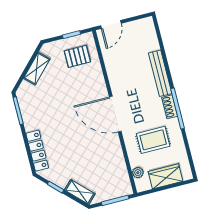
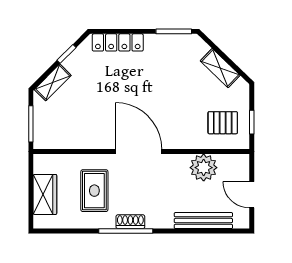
door: (111, 24) -> (252, 195), moved
pallet: (77, 56) -> (223, 123), turned 90
bench: (160, 73) -> (203, 221), moved
door: (115, 114) -> (139, 152), hinge flipped
plant: (138, 173) -> (204, 168), moved, width x1.88, depth x1.88

